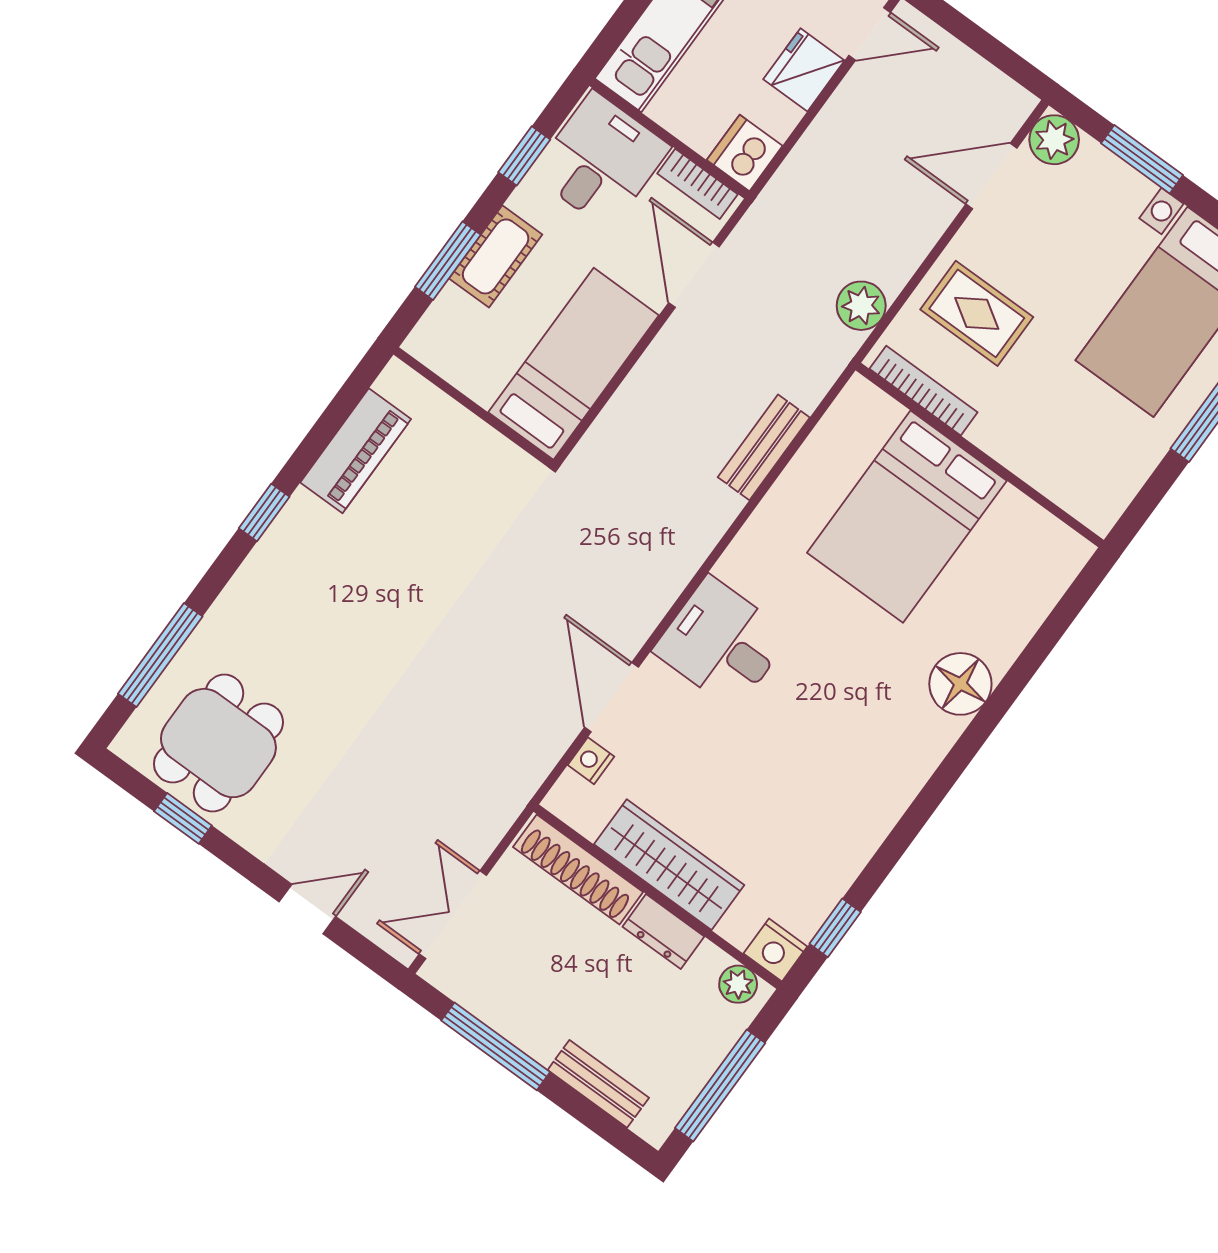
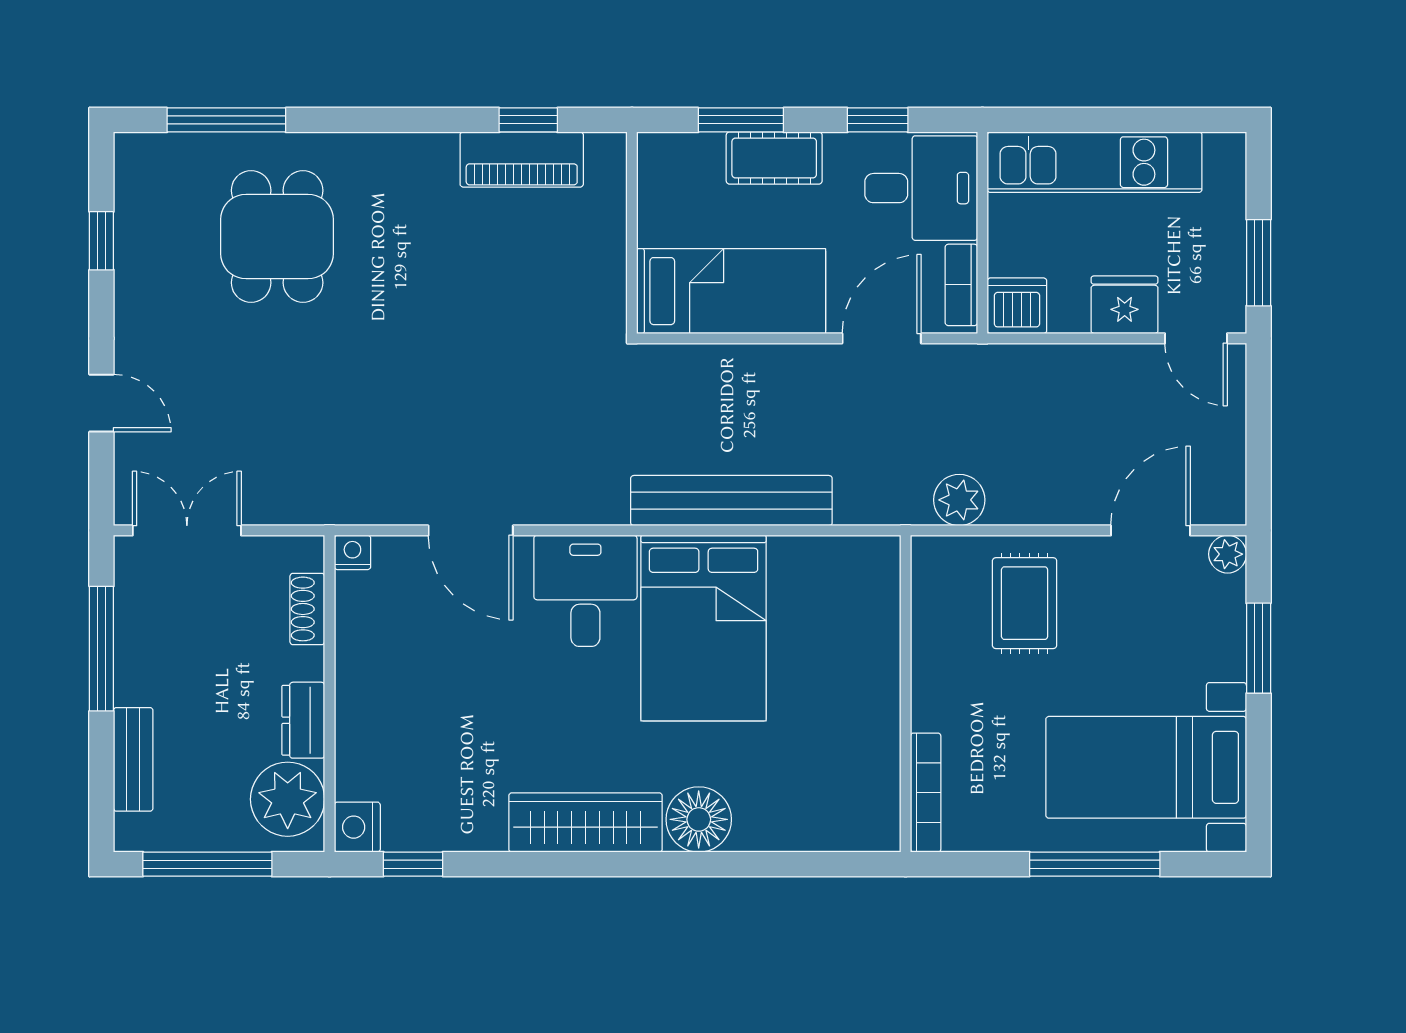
plant: (1054, 140) -> (1228, 554), width x0.73, depth x0.73
door: (991, 176) -> (1151, 530), hinge flipped
bookcase: (923, 391) -> (926, 793), moved
bench: (764, 447) -> (731, 501), width x1.86, depth x1.21
window: (264, 512) -> (528, 120), moved
bed: (907, 517) -> (704, 628), moved, turned -90
door: (611, 697) -> (471, 530), swing flipped
dining table: (218, 743) -> (277, 237), moved, turned 90
nightstand: (591, 761) -> (352, 552), moved
wardrobe: (669, 865) -> (586, 822), moved, turned -90
shoe rack: (578, 869) -> (307, 609), width x0.51, depth x0.81
plant: (738, 984) -> (288, 799), width x1.88, depth x1.88

